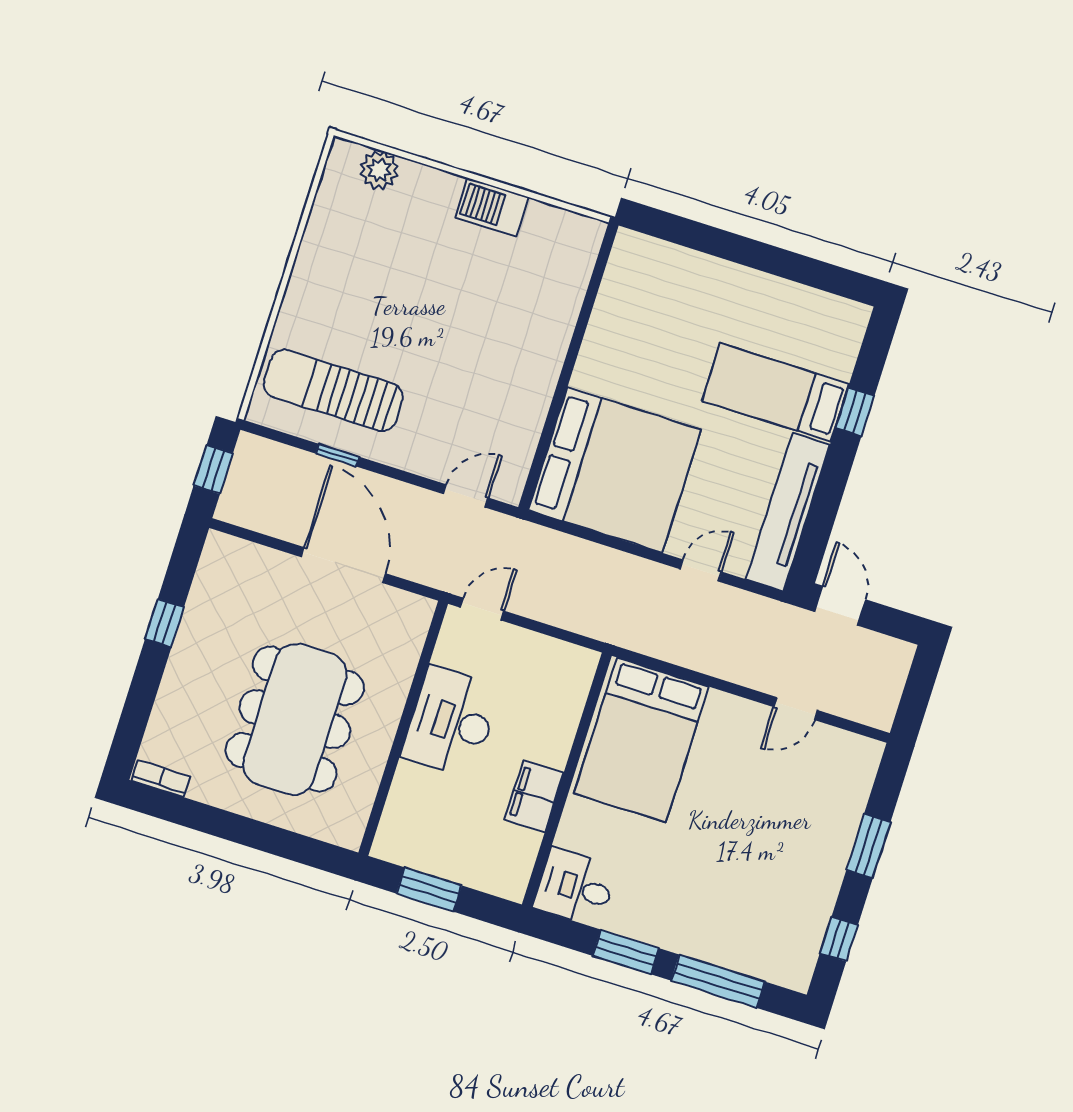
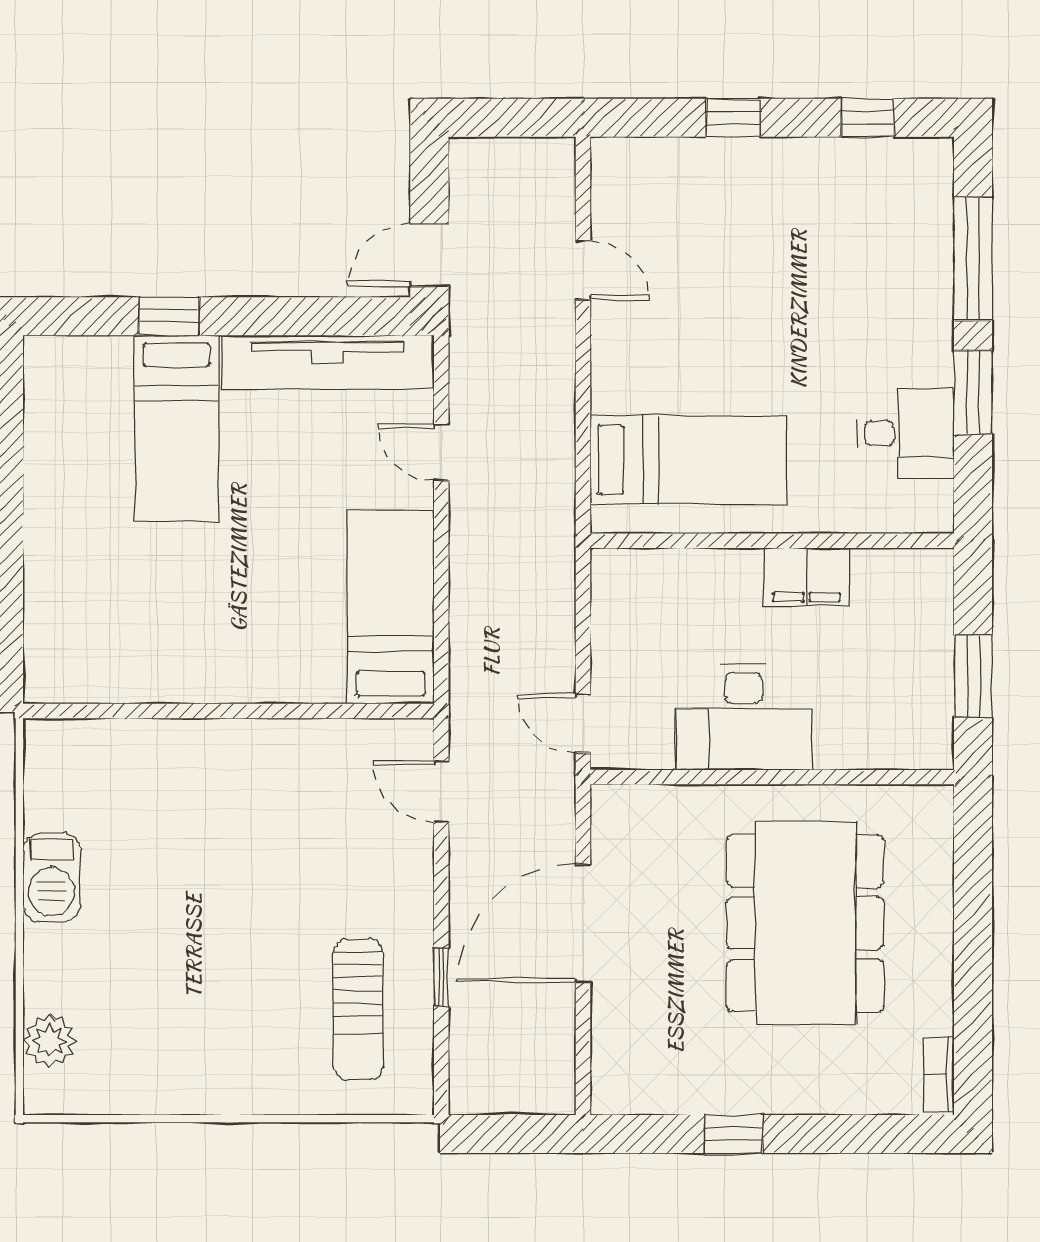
sun lounger: (333, 391) -> (358, 1009), width x0.73, depth x0.75
window: (213, 469) -> (512, 1134), removed
bed: (615, 470) -> (391, 607), width x0.49
dining table: (295, 719) -> (805, 923), turned 90
bed: (641, 740) -> (688, 460), width x0.67
window: (868, 846) -> (733, 118), width x0.67
desk: (575, 887) -> (906, 433), moved, turned -90

